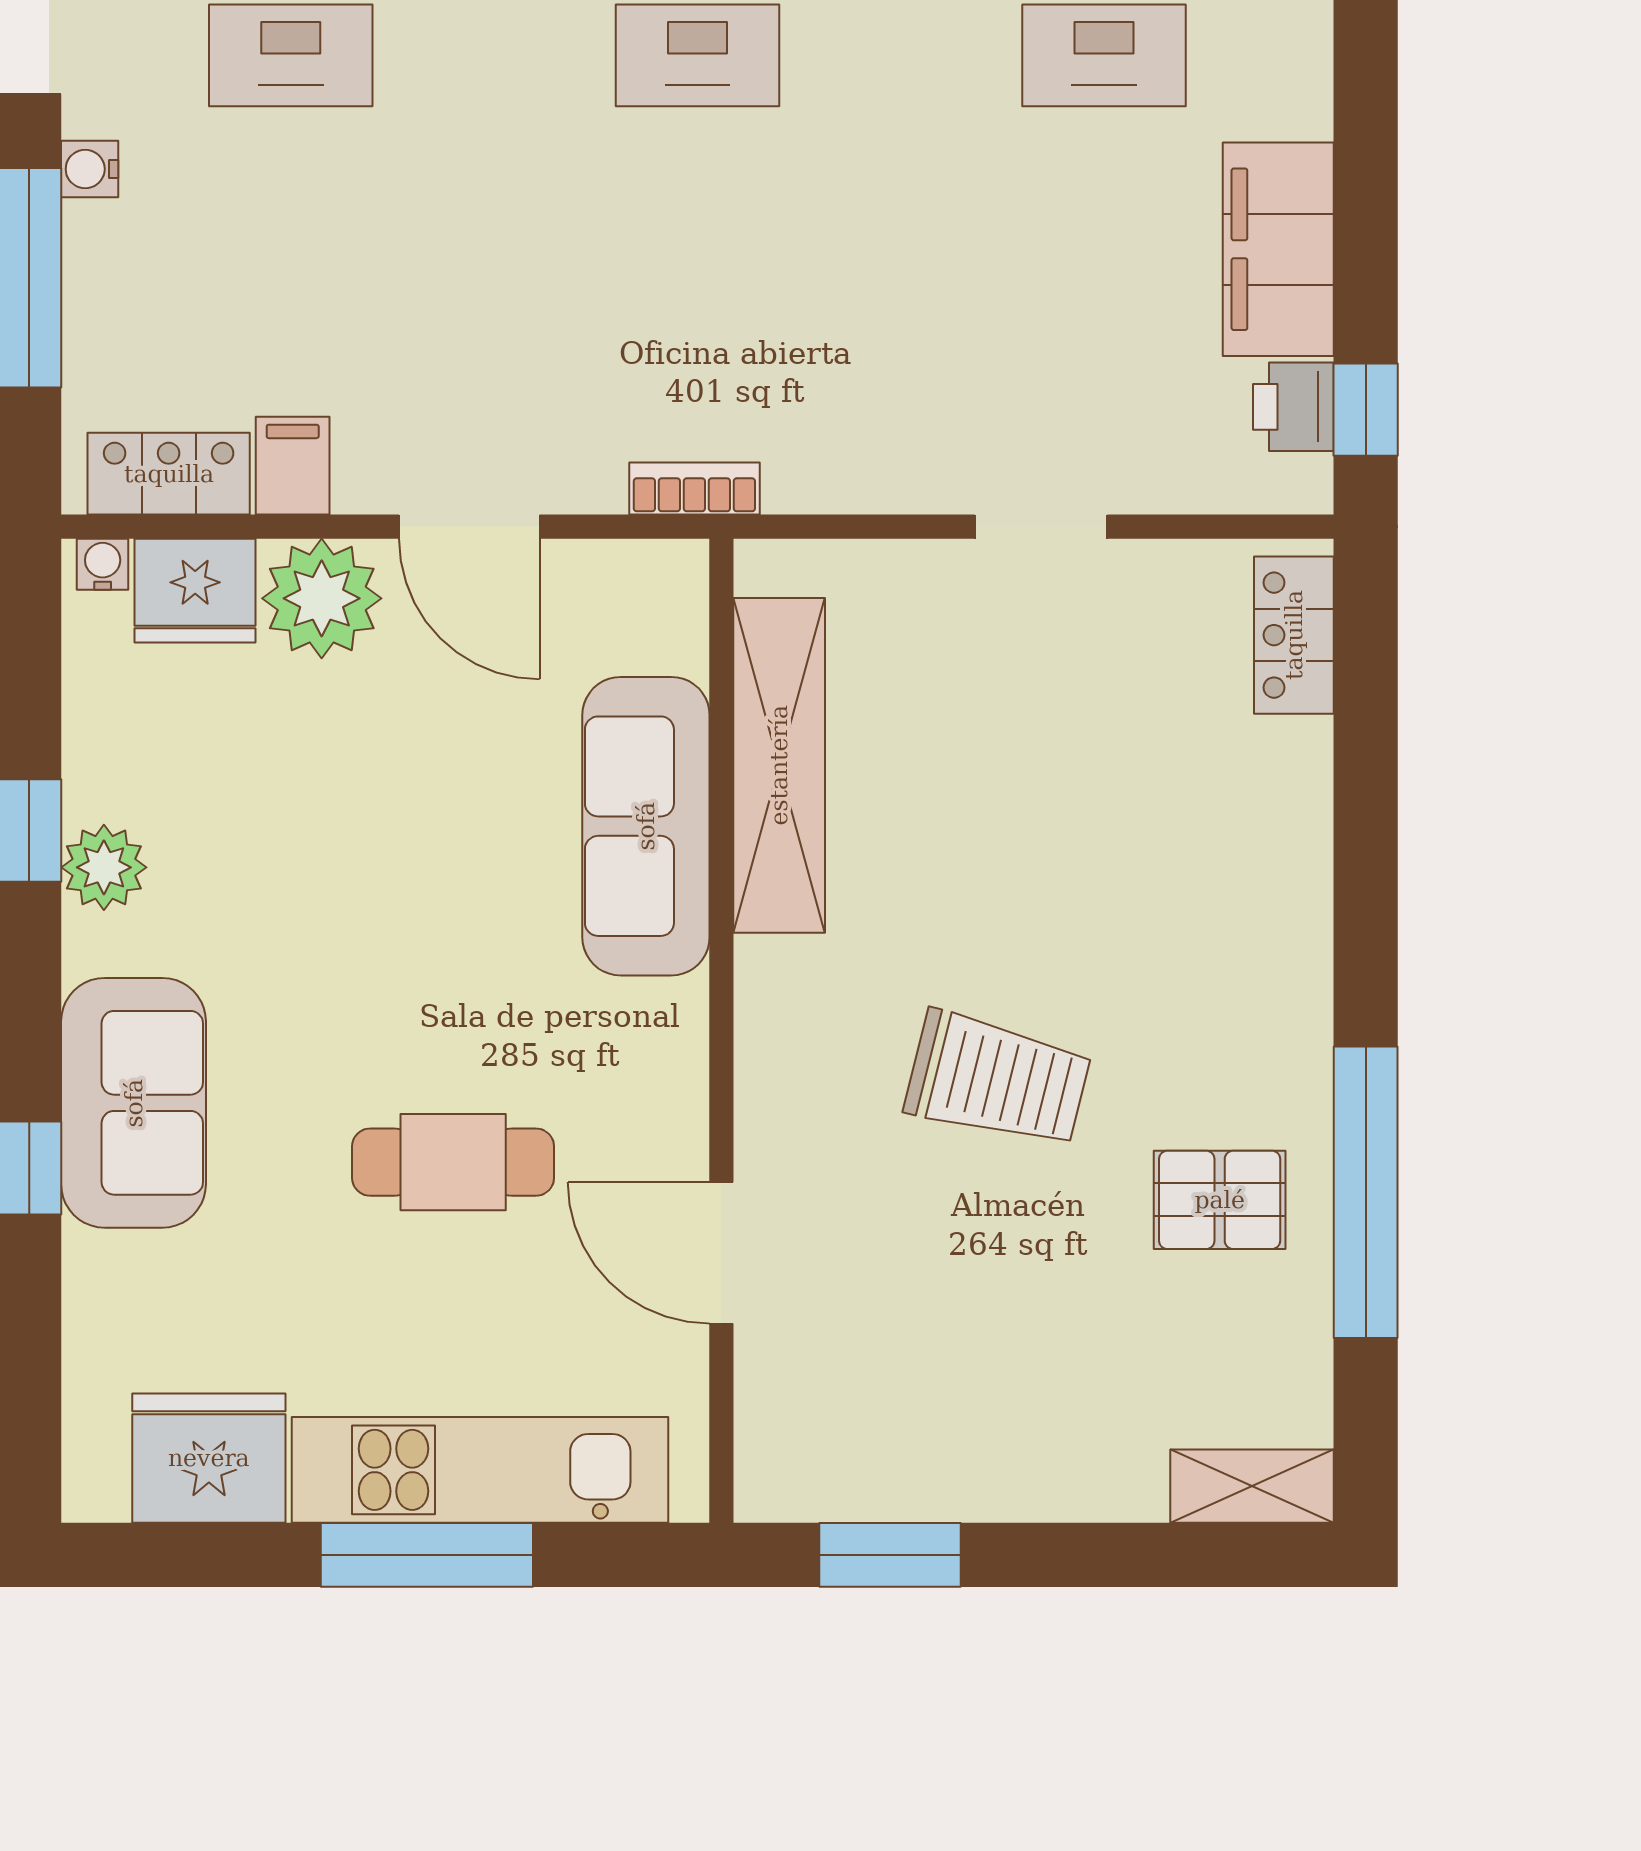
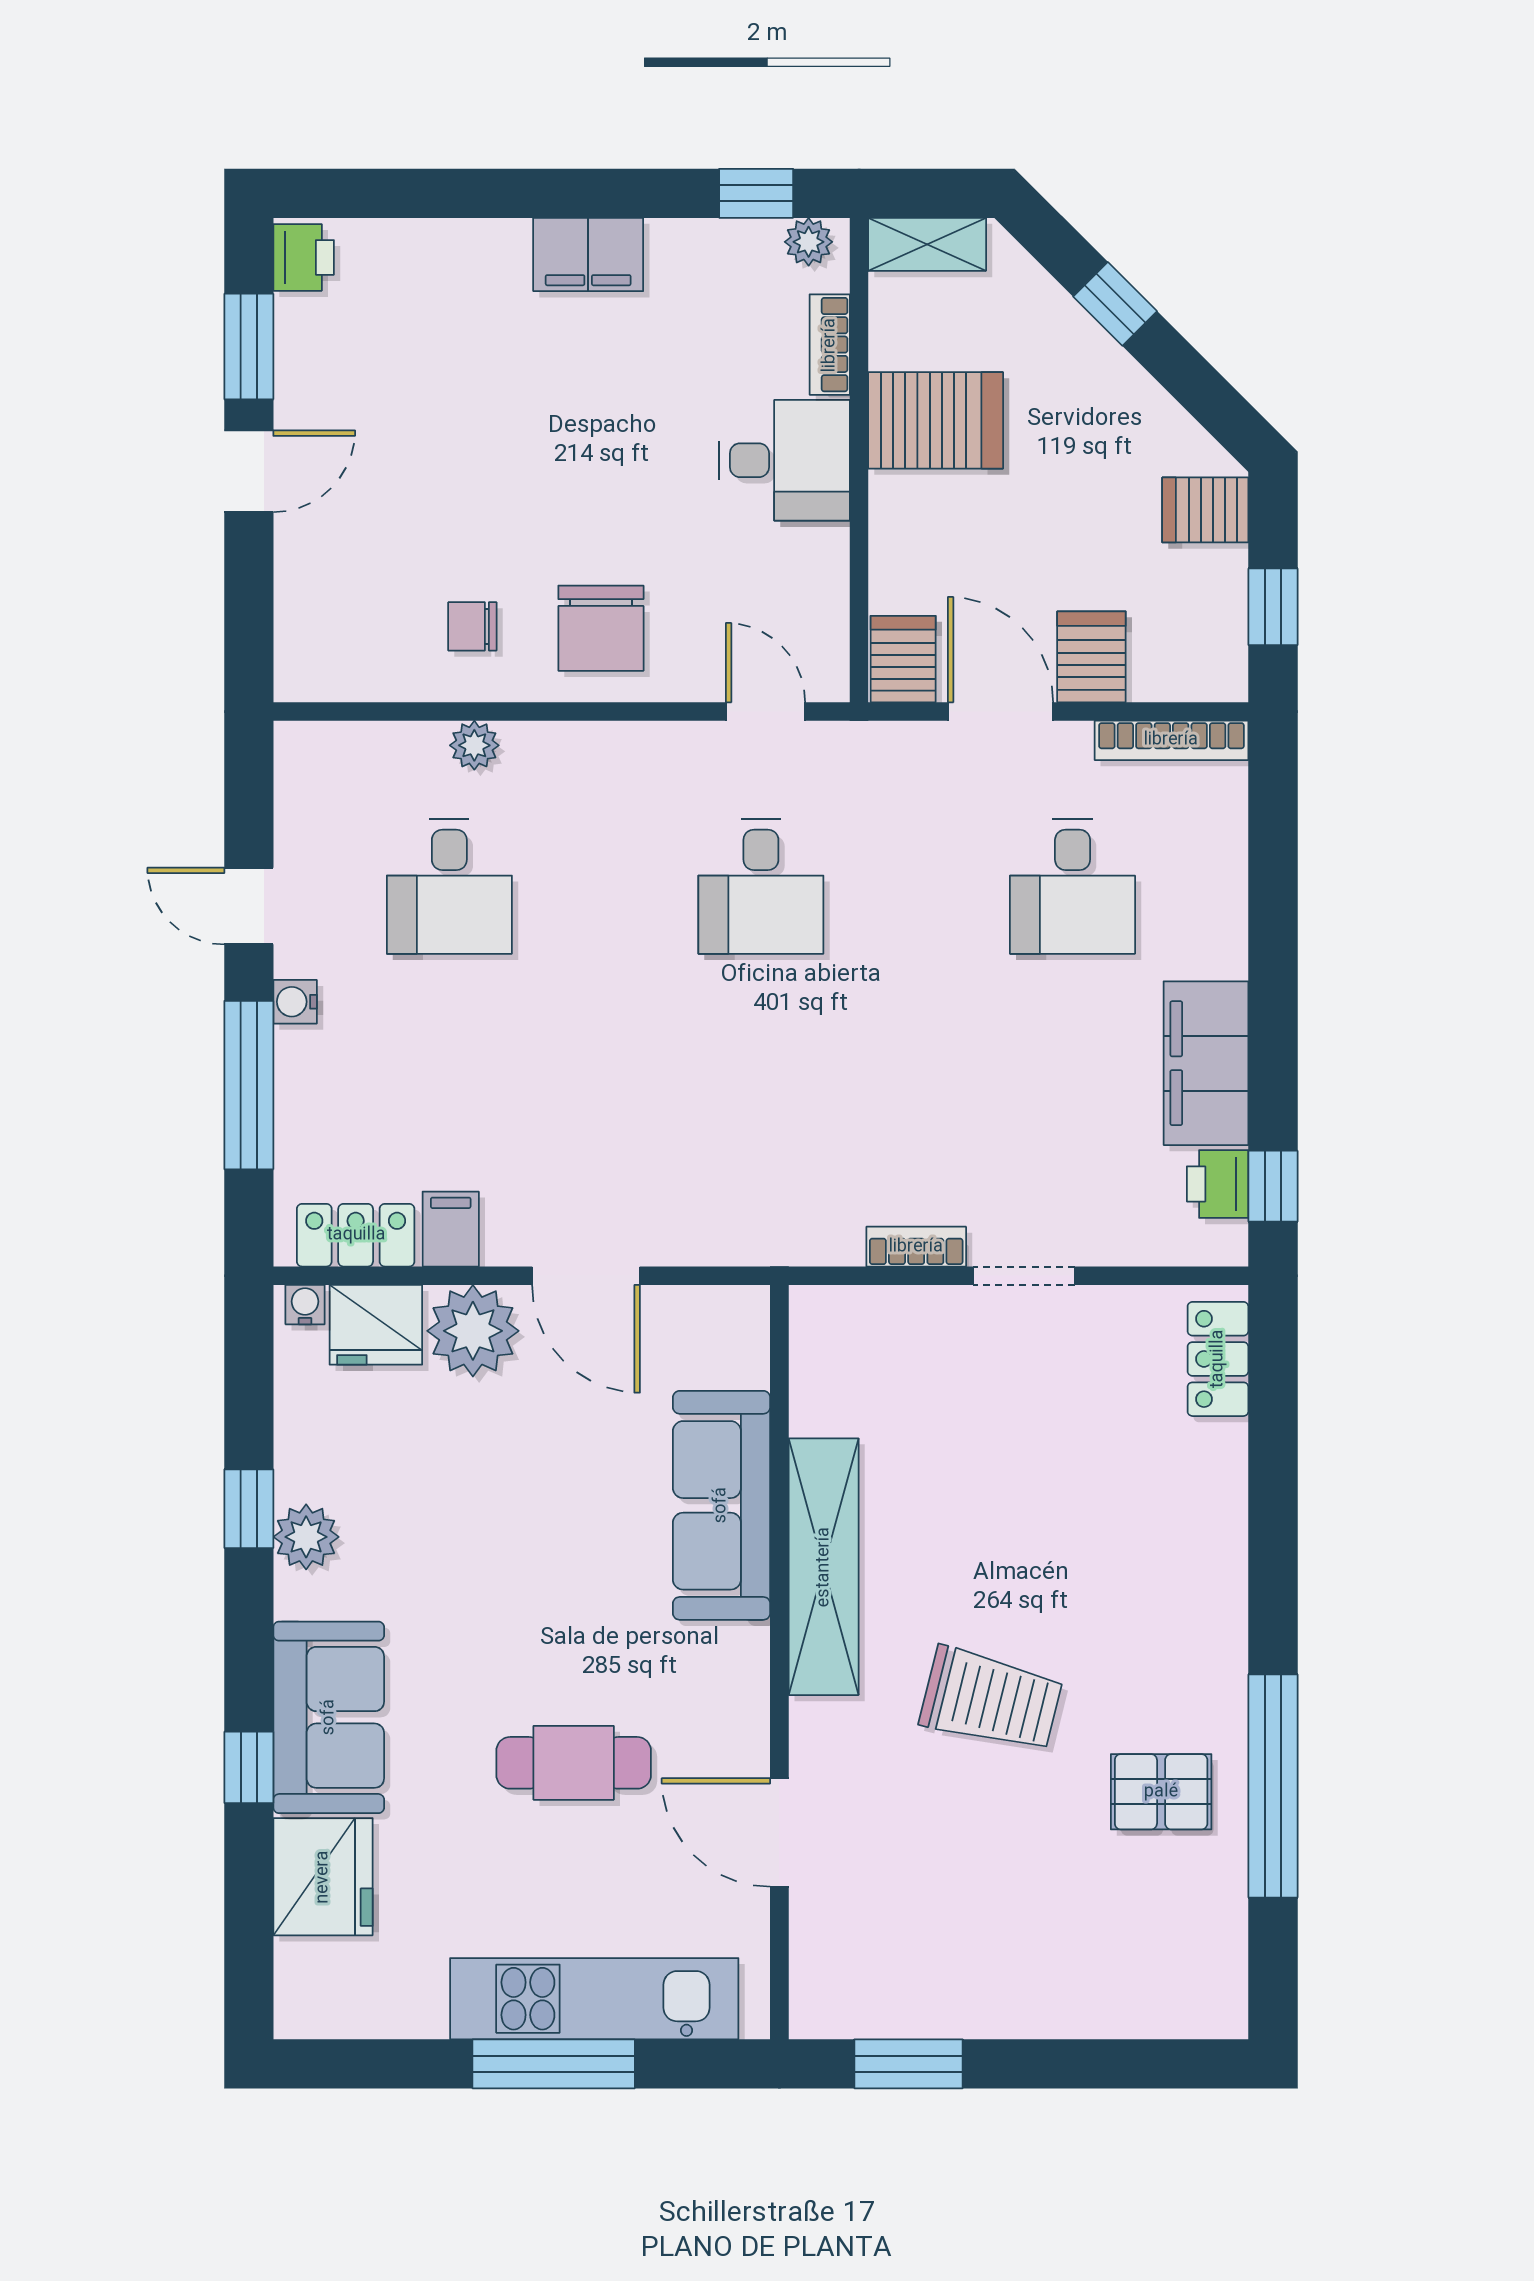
bookcase: (694, 489) -> (916, 1247), moved
shelving: (779, 765) -> (824, 1567), moved
fridge: (209, 1458) -> (323, 1877), moved, turned 90
shelving: (1252, 1486) -> (1186, 2011), removed

